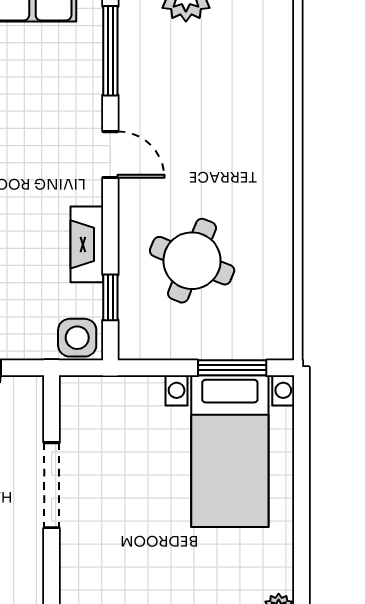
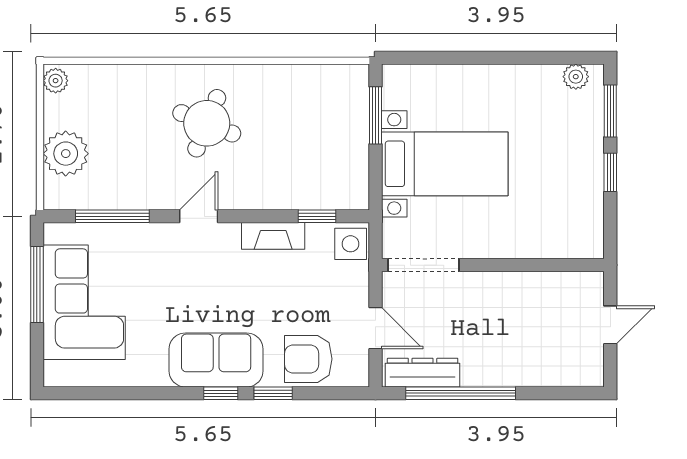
round table: (192, 261) -> (207, 123), moved
bed with nightstands: (230, 451) -> (445, 164), moved
doorway: (52, 485) -> (423, 265), moved

